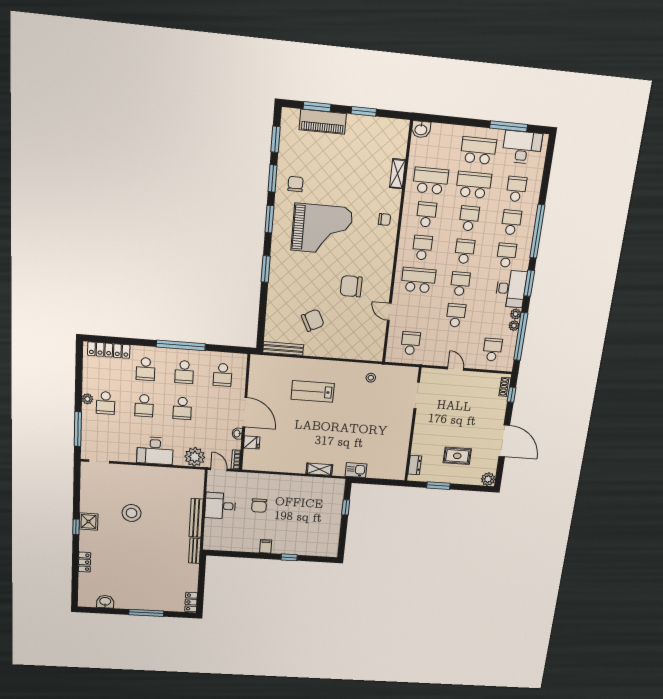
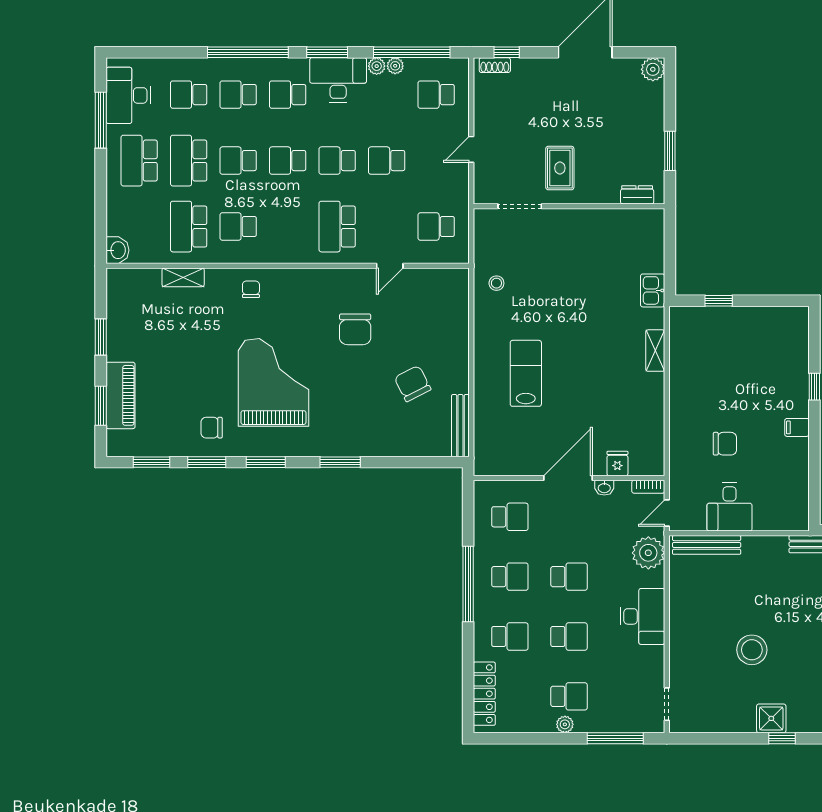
school desk: (422, 248) -> (288, 227), removed
lab bench: (313, 391) -> (526, 373), turned 180
rug: (457, 456) -> (560, 168), moved
bench: (196, 518) -> (707, 545), moved

